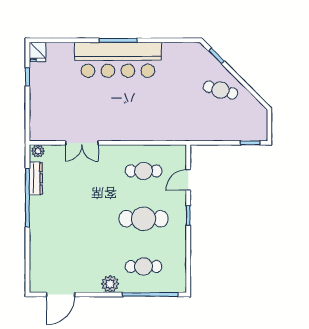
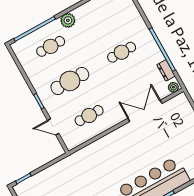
double door: (82, 143) -> (145, 111), width x1.37
dresser: (36, 178) -> (166, 70), width x0.70
door: (188, 180) -> (53, 127), swing flipped
cafe table: (72, 219) -> (122, 52), added

